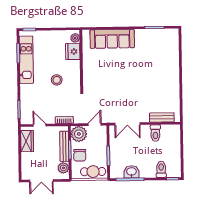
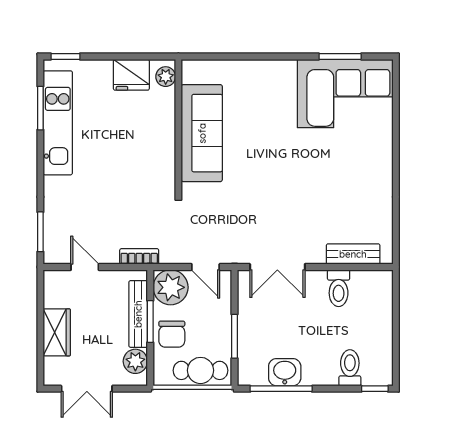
sofa: (112, 39) -> (202, 133), moved, turned -90
corner sofa: (157, 44) -> (345, 93), added
fridge: (73, 51) -> (131, 75), moved, turned -90
stool: (57, 80) -> (124, 168), removed
door: (95, 124) -> (206, 267), swing flipped
wardrobe: (27, 141) -> (57, 332), moved

